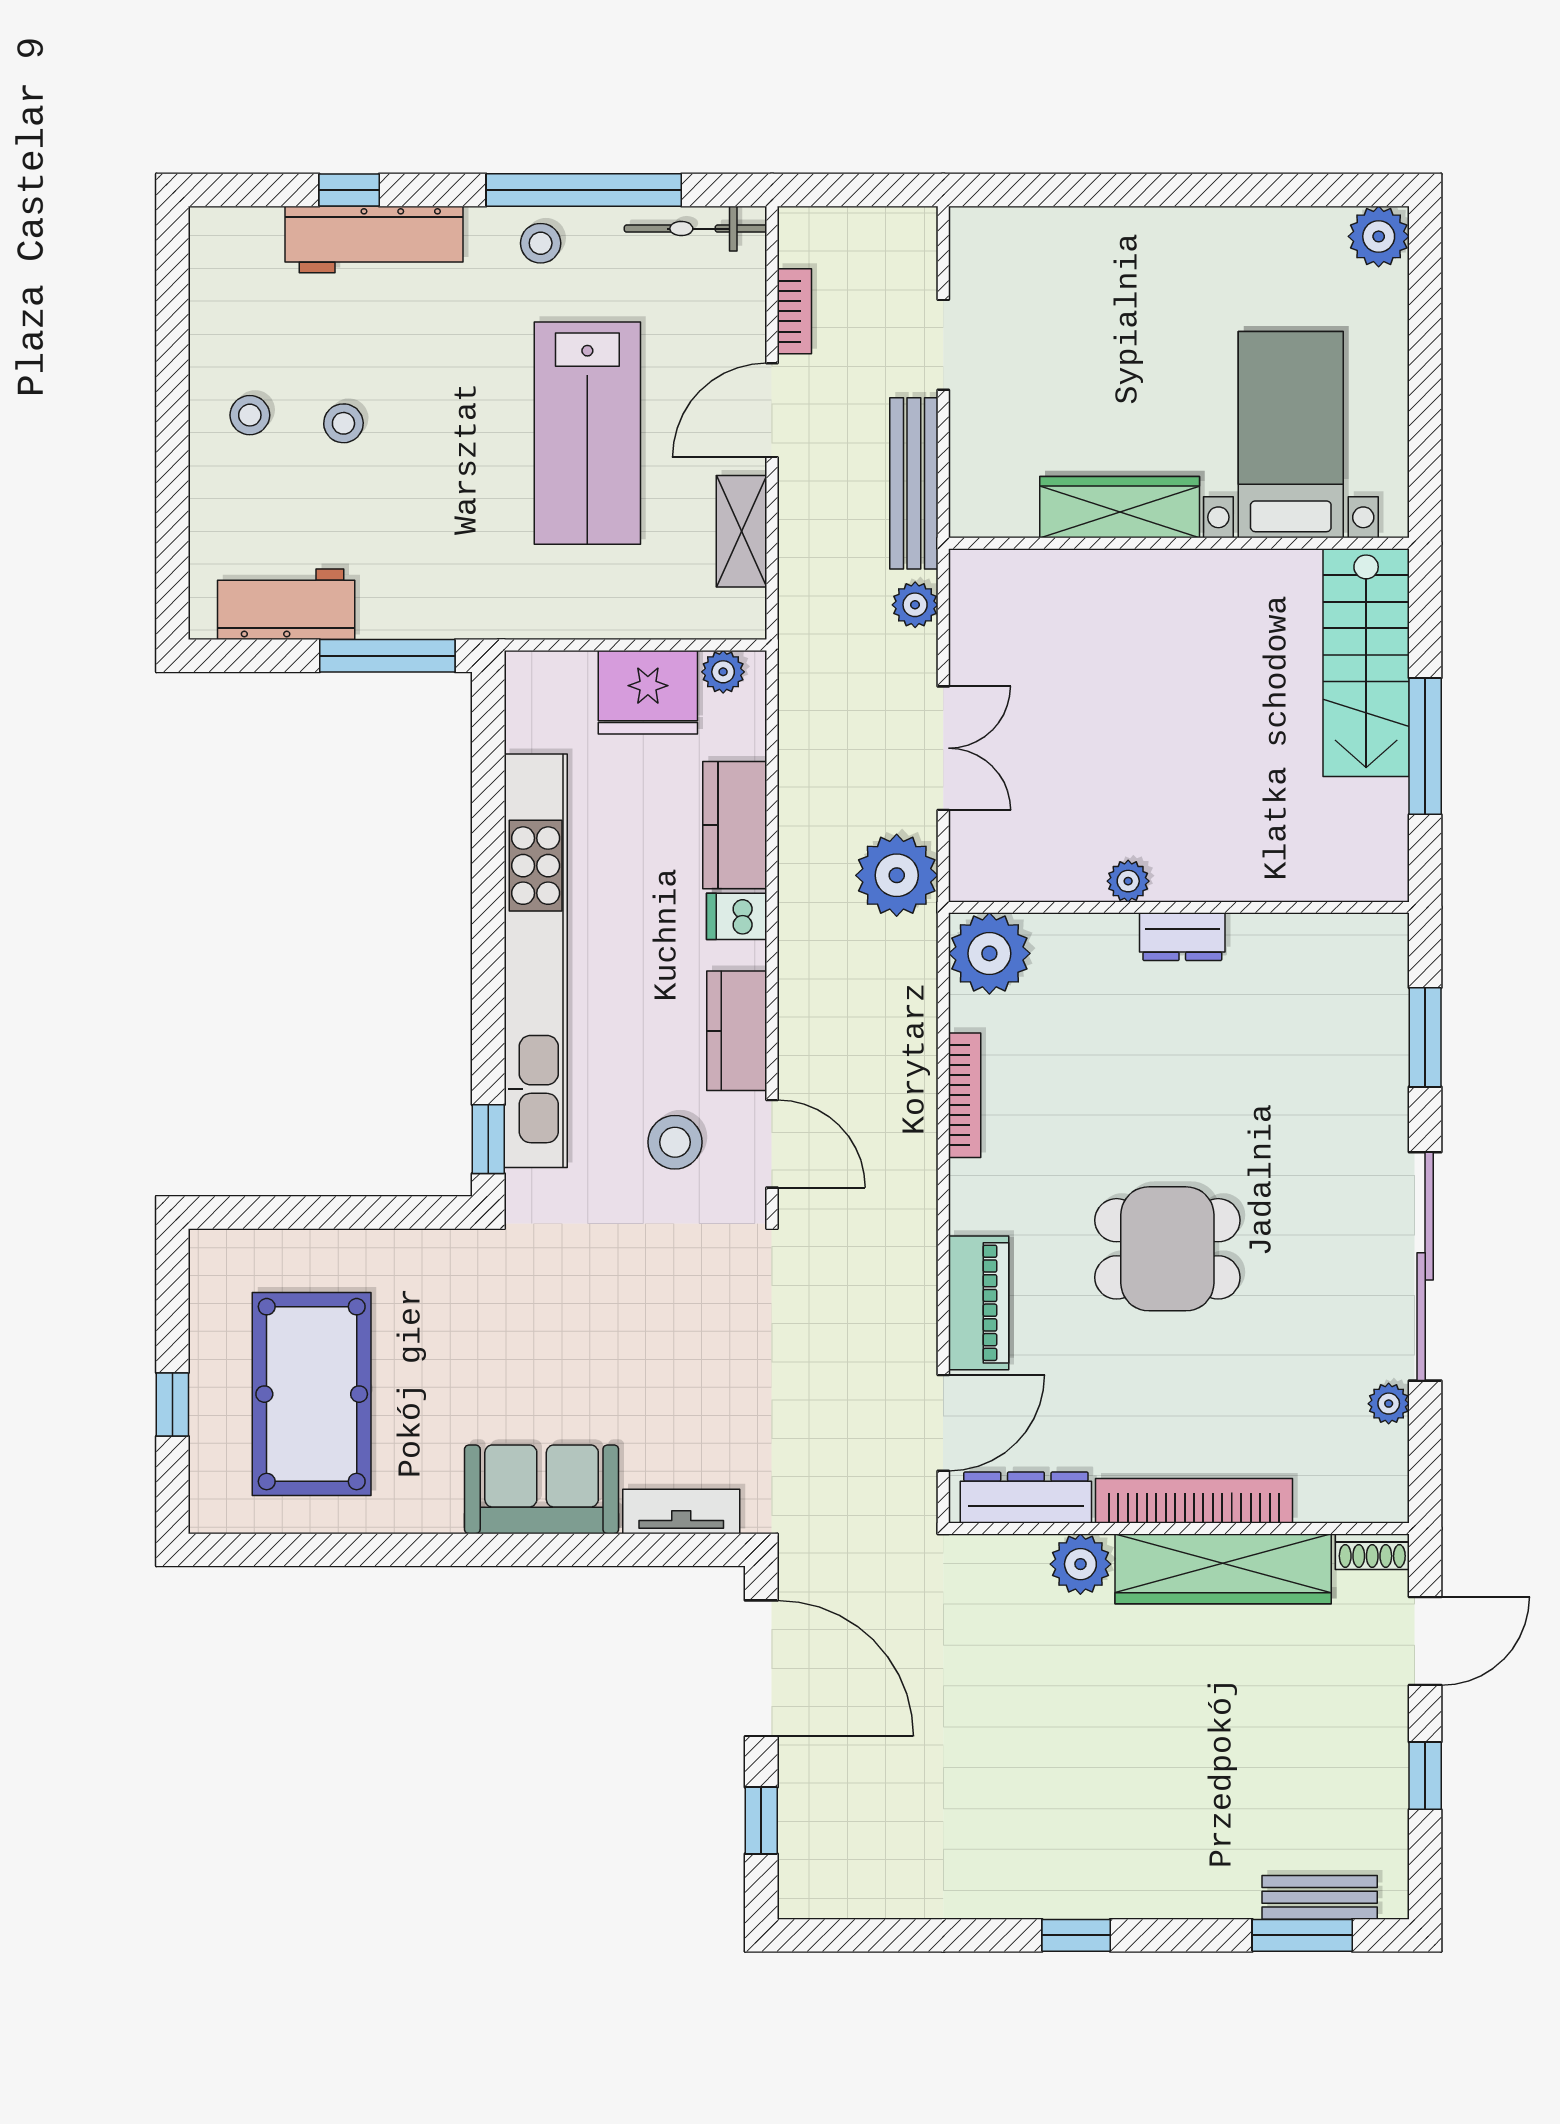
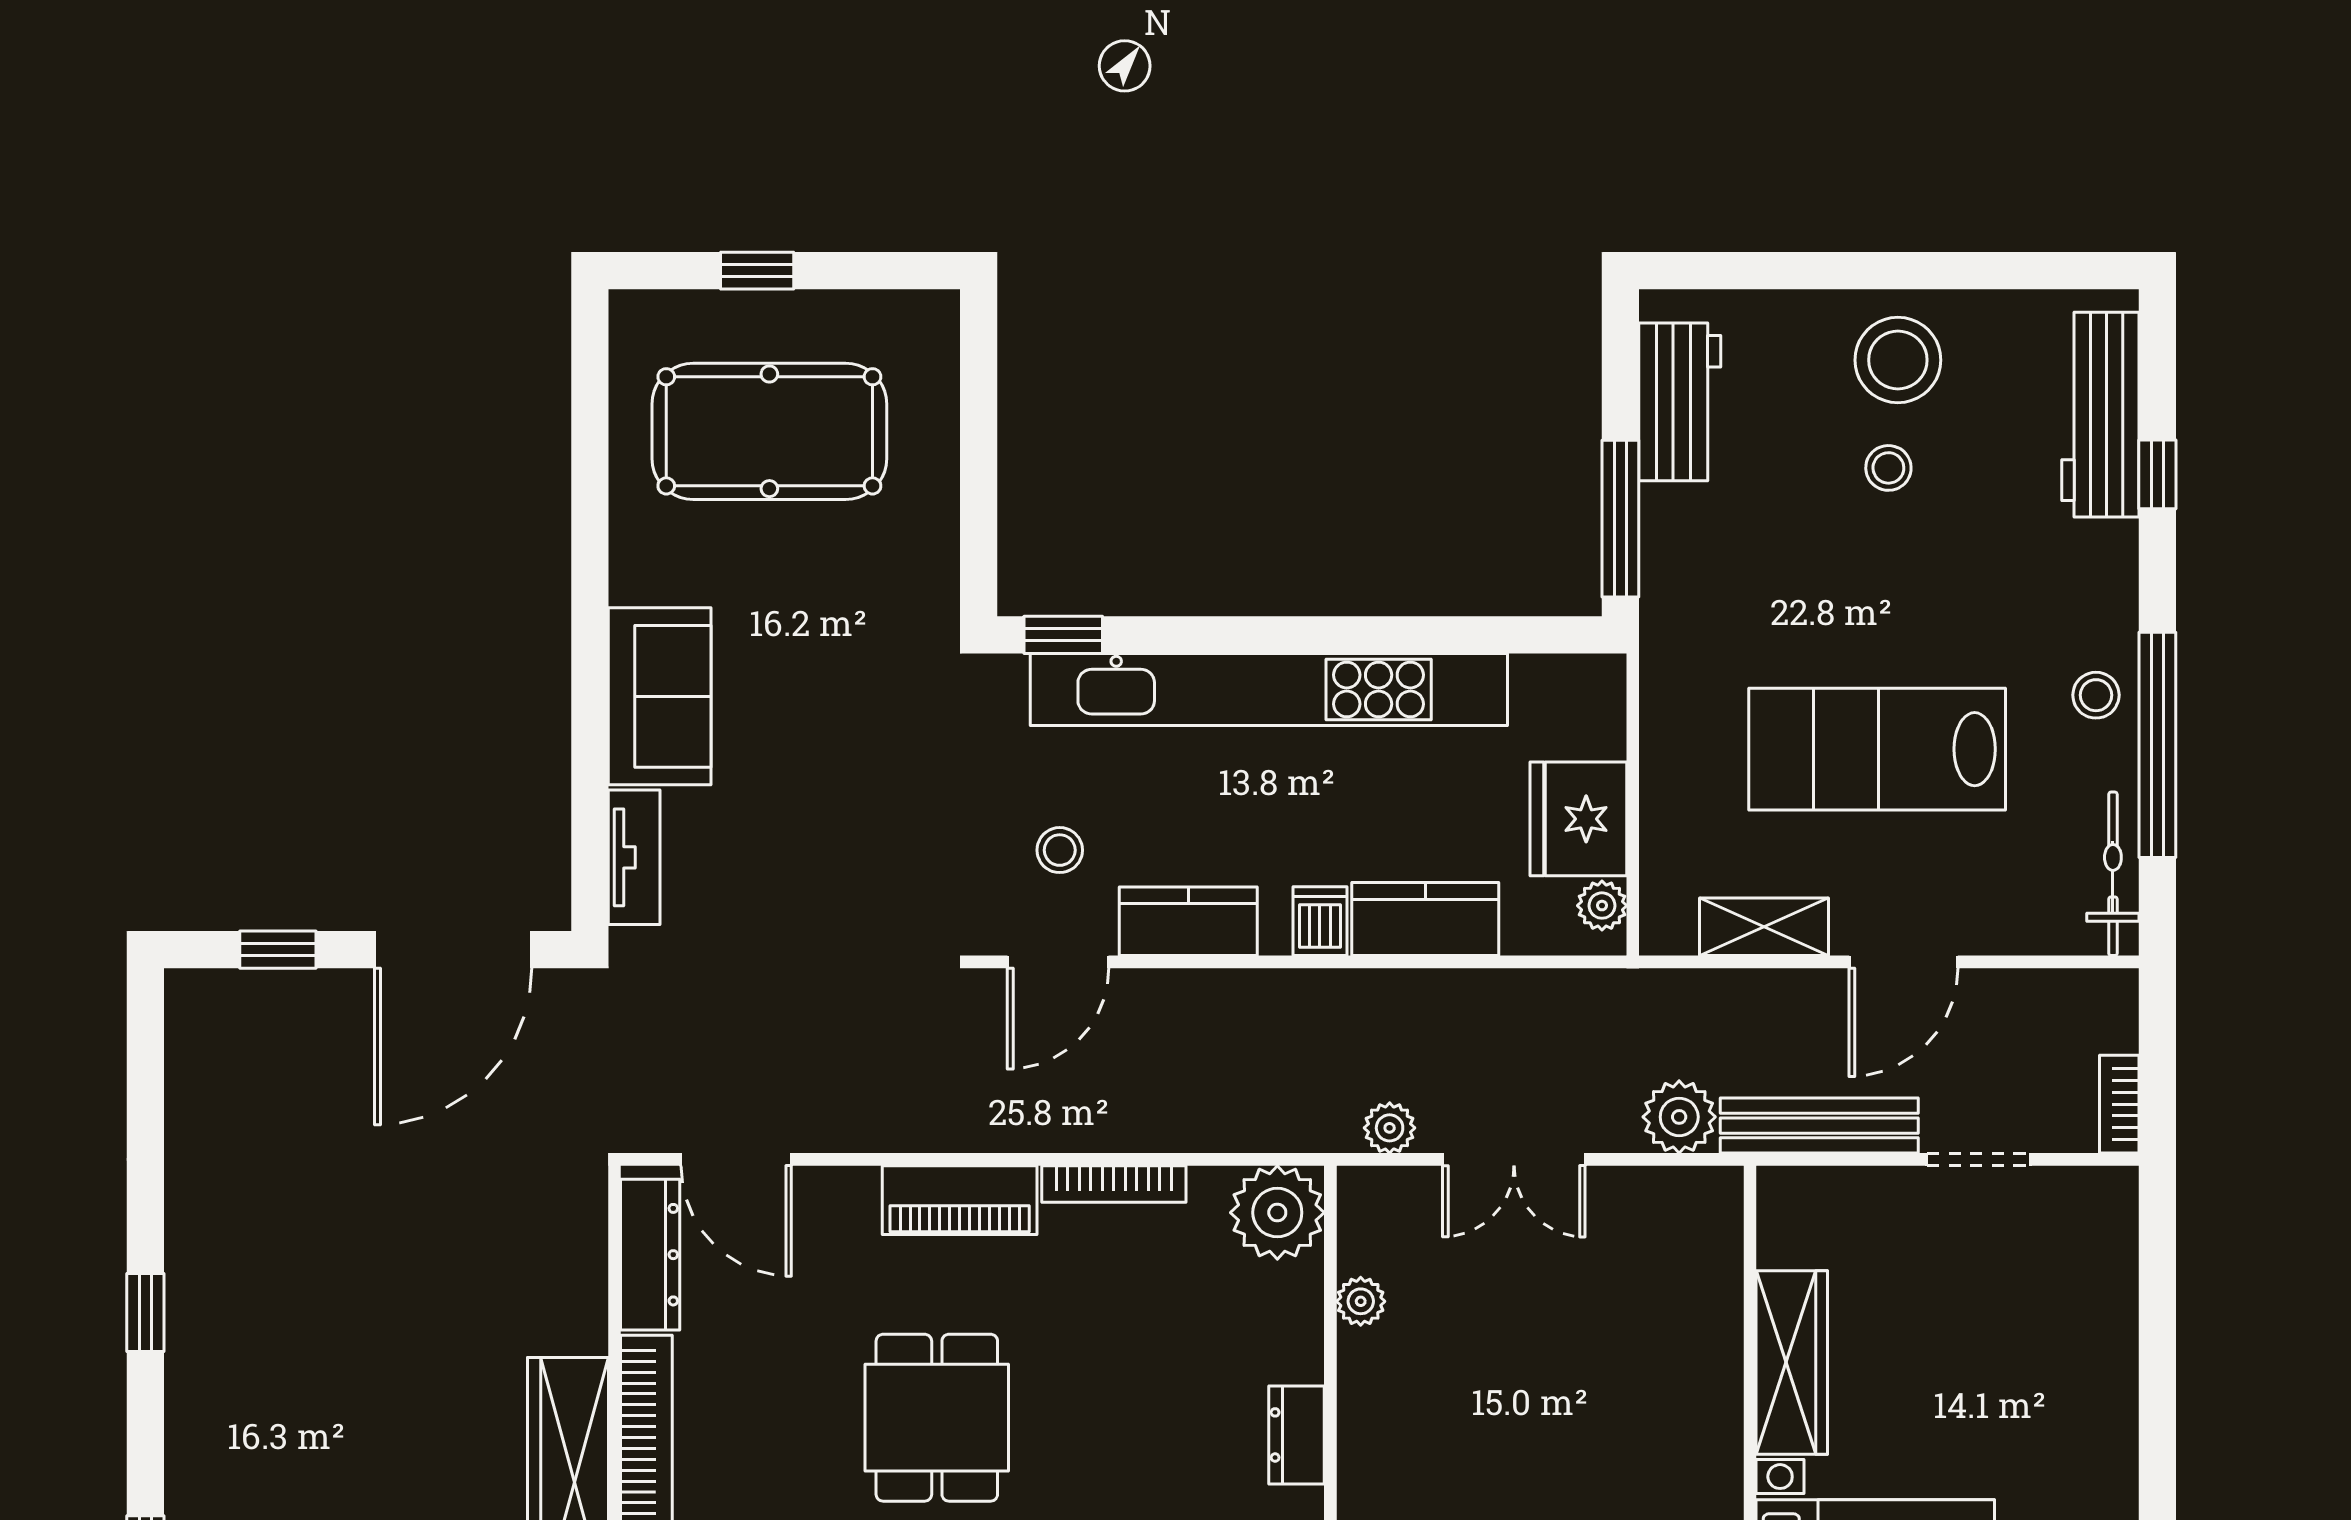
workbench: (374, 239) -> (2100, 415), moved
bookcase: (794, 311) -> (2119, 1104), moved, turned 90
door: (772, 410) -> (1903, 962), swing flipped
stool: (250, 415) -> (1898, 360), width x1.89, depth x1.89
plant: (915, 605) -> (1679, 1117), width x1.38, depth x1.38
plant: (897, 875) -> (1390, 1128), width x0.53, depth x0.53
plant: (1128, 881) -> (1361, 1301), moved
stool: (675, 1142) -> (1060, 850), width x0.73, depth x0.73
piano: (979, 1303) -> (960, 1200), moved
plant: (1080, 1564) -> (573, 1318), removed

